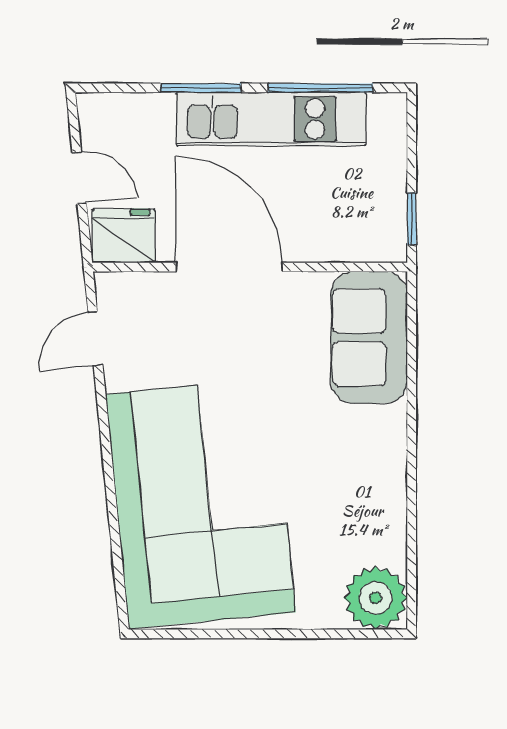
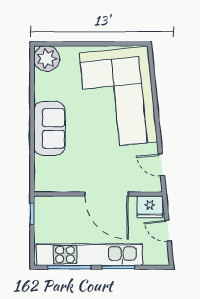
kitchen unit: (271, 119) -> (89, 255), width x1.36
sofa: (369, 337) -> (49, 128), moved
door: (95, 338) -> (161, 165), swing flipped

